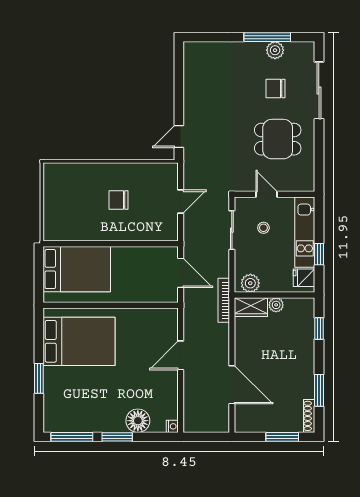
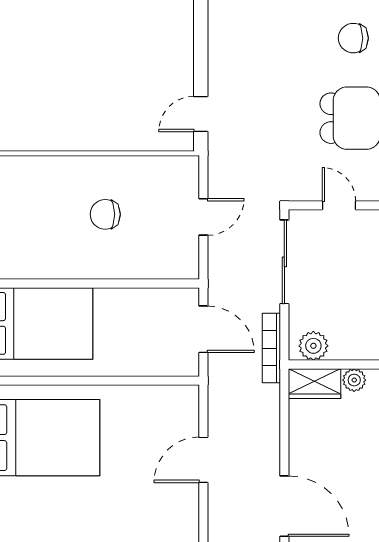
stool: (263, 228) -> (334, 258), removed
sliding door: (232, 230) -> (284, 262), width x1.37
bookcase: (224, 300) -> (271, 348), moved

